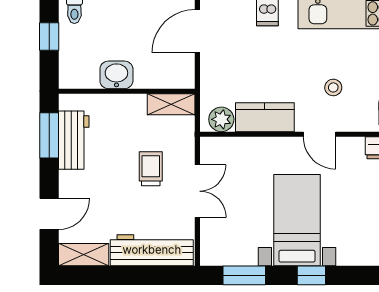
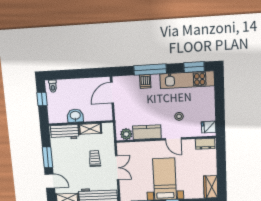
shelving: (171, 104) -> (90, 129), moved
window: (49, 135) -> (48, 157), moved
workbench: (74, 140) -> (65, 132), moved, turned 90
door: (49, 214) -> (50, 181), hinge flipped

